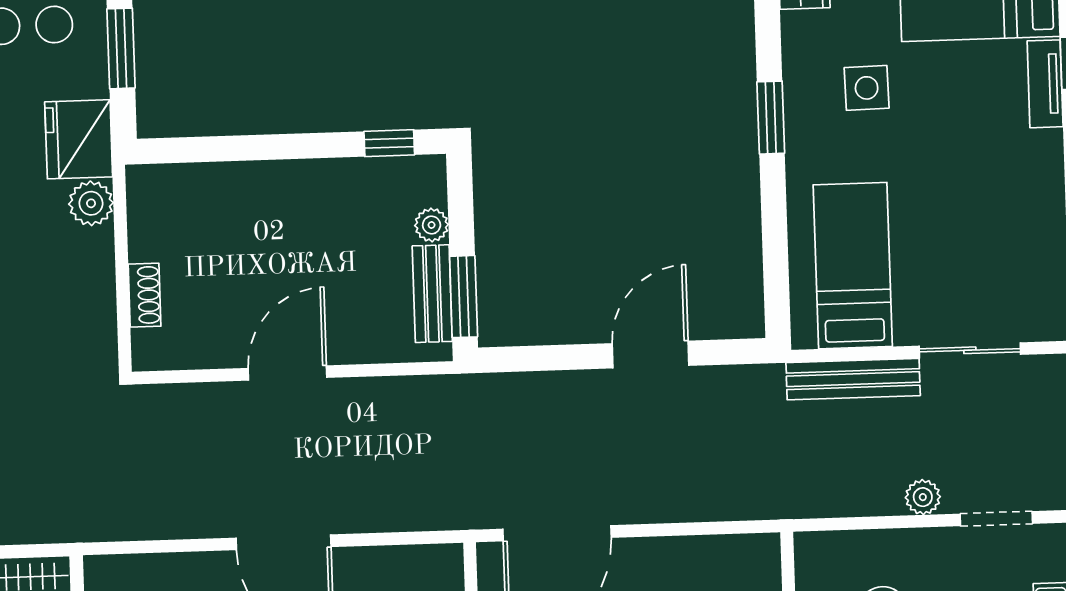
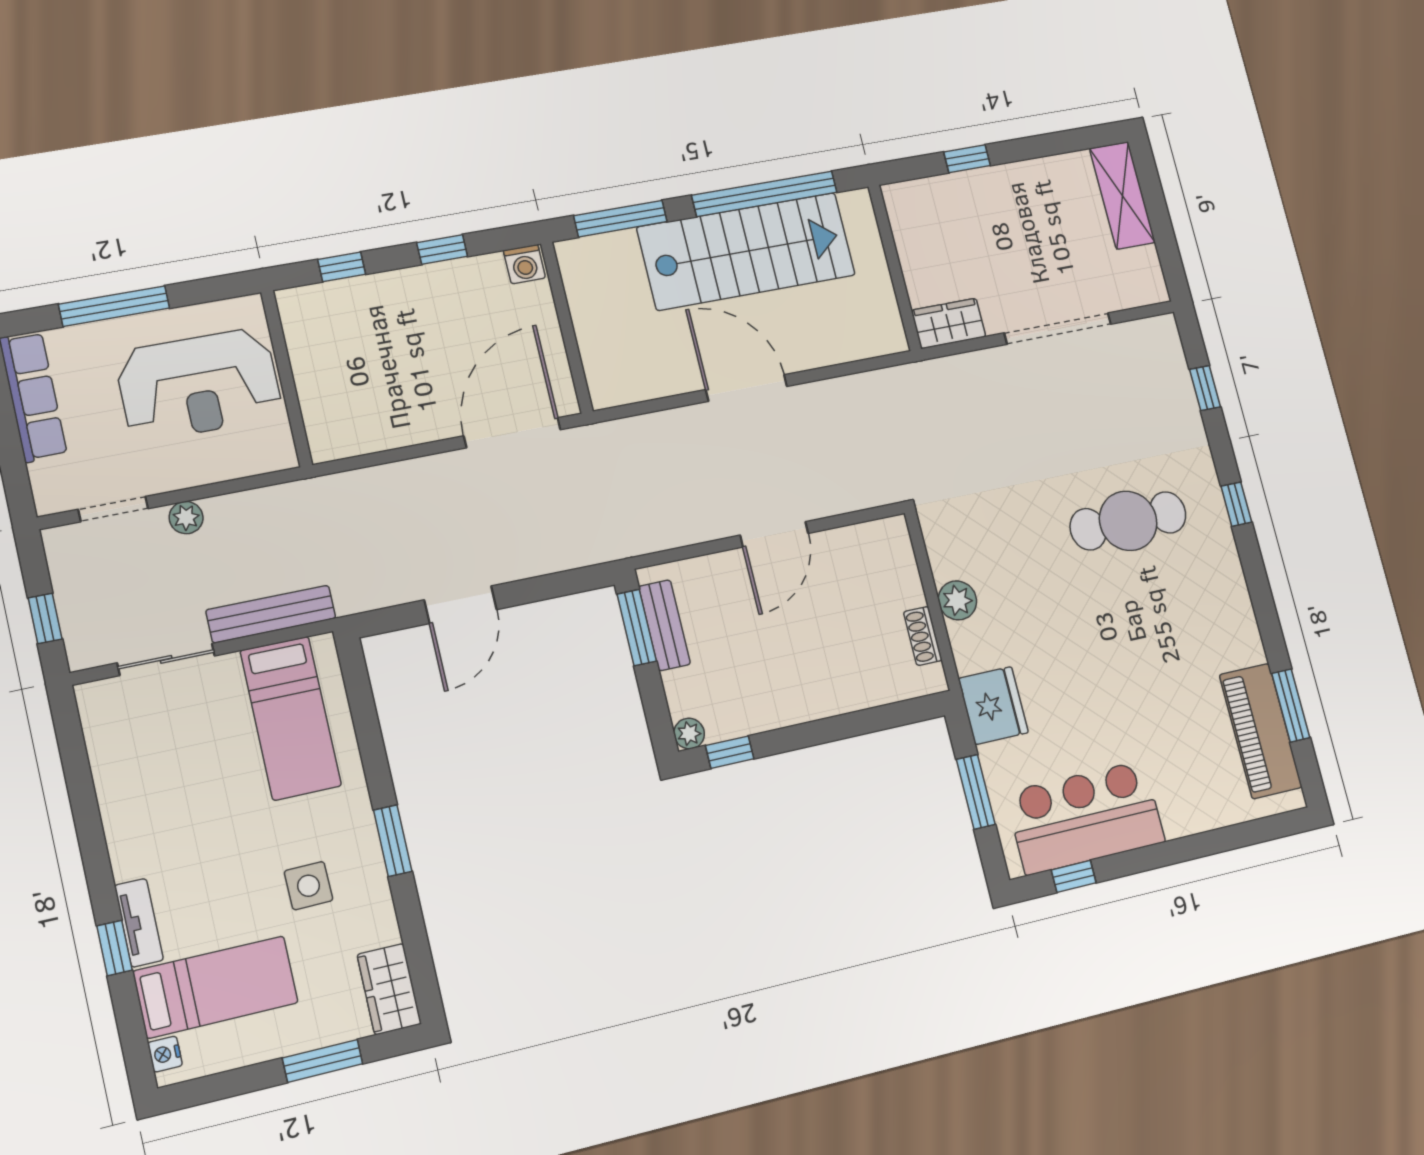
plant: (91, 203) -> (957, 600), moved
plant: (432, 225) -> (689, 734), moved
shoe rack: (145, 295) -> (923, 636), moved

